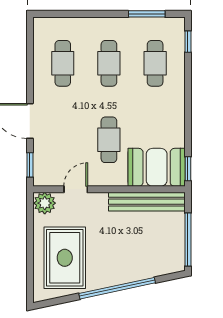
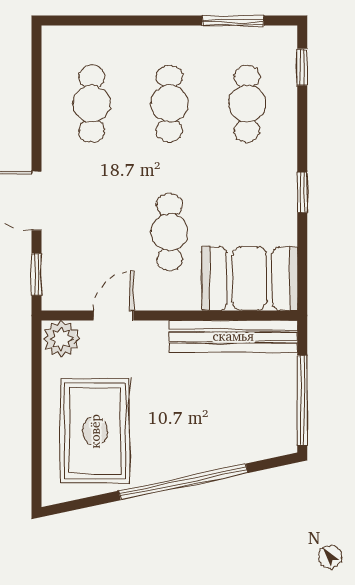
window: (188, 169) -> (302, 192), moved

